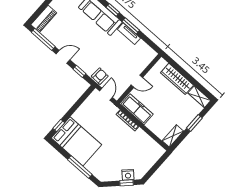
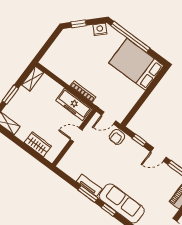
wardrobe: (177, 79) -> (38, 144), width x0.67
door: (106, 94) -> (109, 118), hinge flipped
window: (59, 126) -> (157, 80), removed
window: (80, 167) -> (130, 37), width x1.46
nightstand: (128, 175) -> (100, 29), moved

